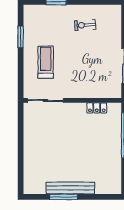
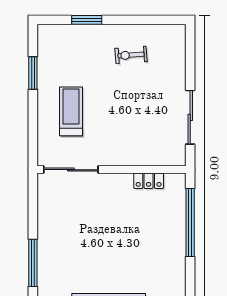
window: (21, 162) -> (33, 263), added

